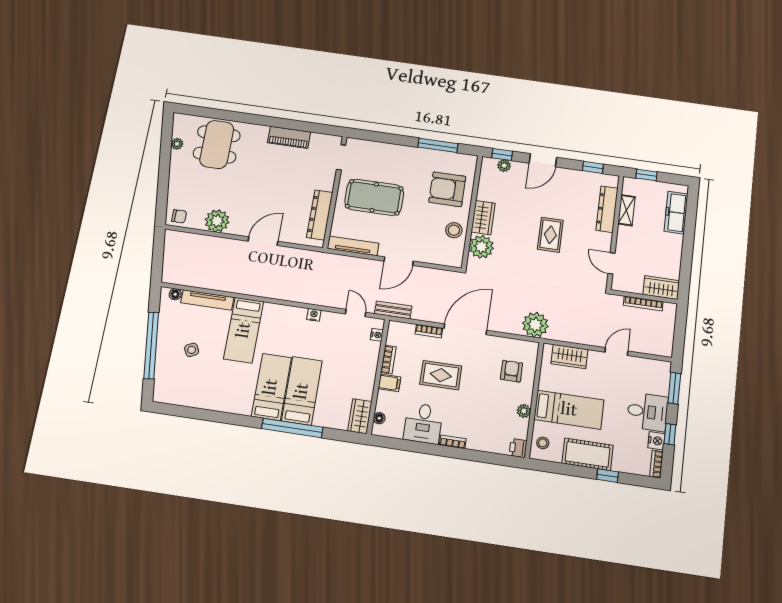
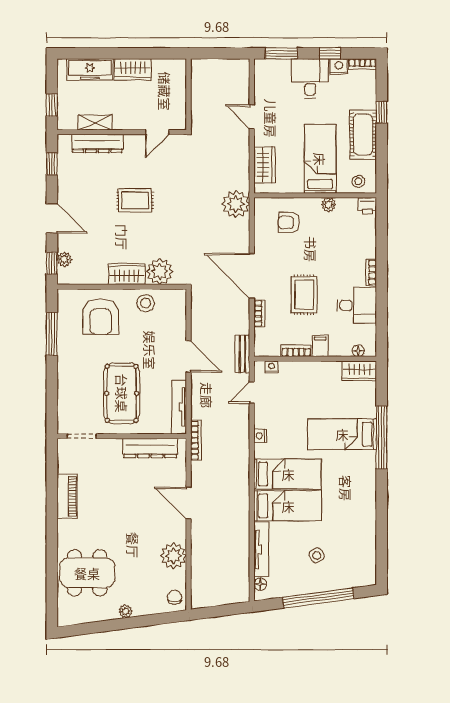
plant: (177, 144) -> (125, 611), moved
wardrobe: (661, 288) -> (133, 69), moved, turned -90
bookcase: (643, 303) -> (196, 440), moved
bed: (271, 387) -> (288, 474), moved, turned 180

